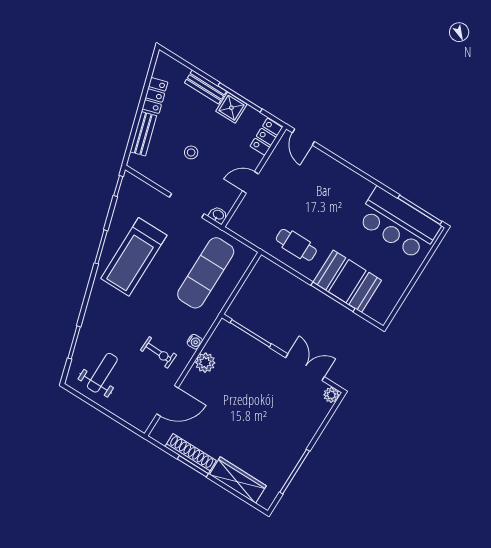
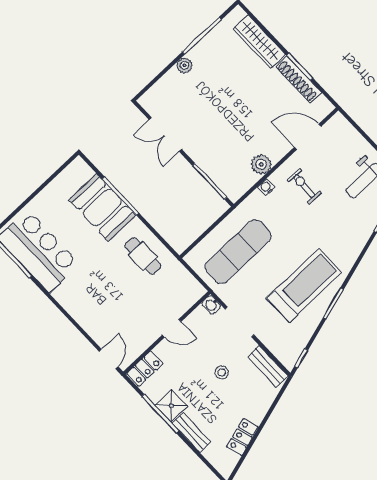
bench: (143, 134) -> (268, 366), moved, turned -74
plant: (331, 395) -> (185, 65), moved

